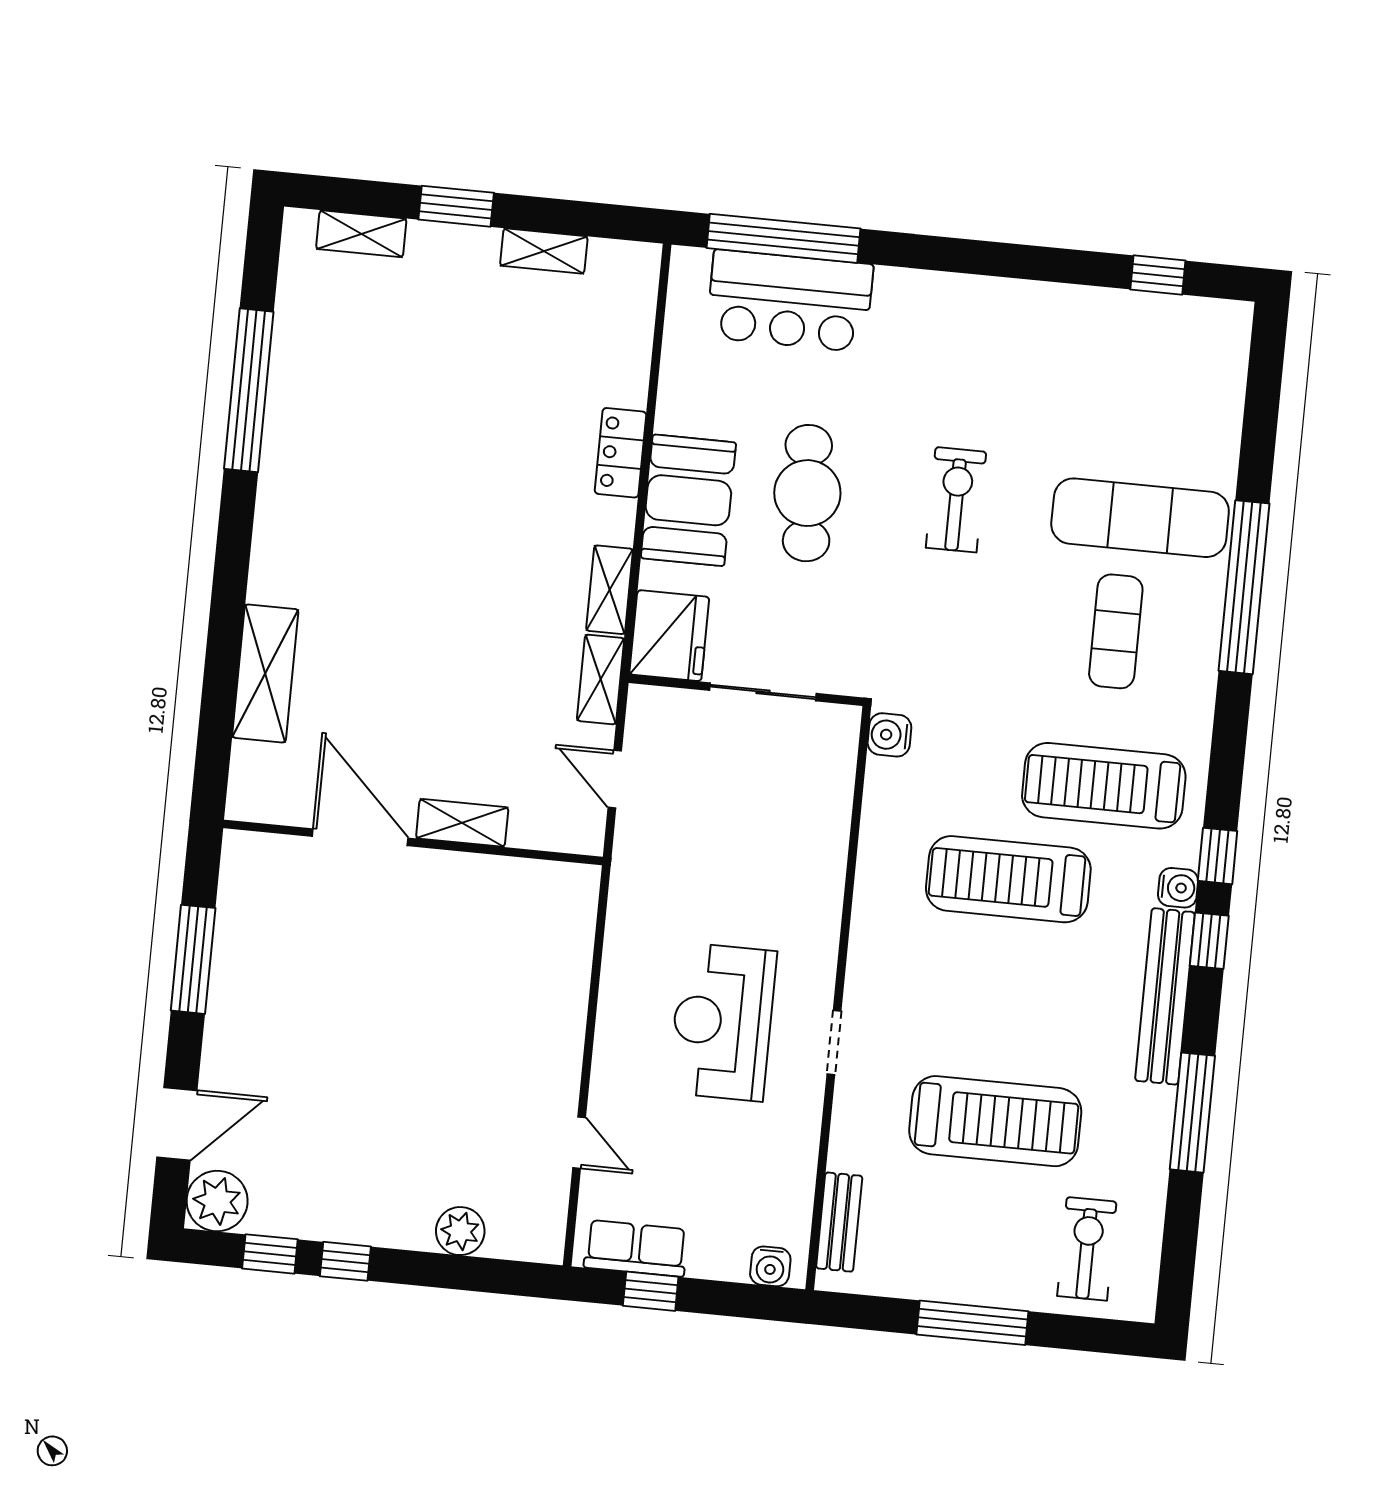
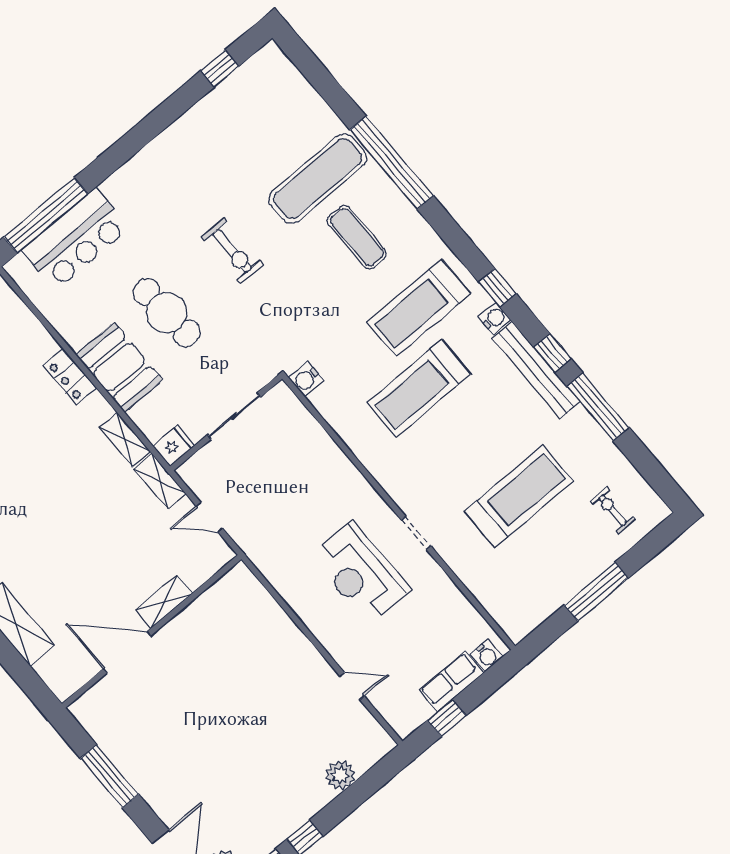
exercise bike: (956, 500) -> (232, 251), turned 180
fridge: (669, 636) -> (174, 446), width x0.53, depth x0.75
window: (1209, 941) -> (552, 353), moved
bench: (839, 1222) -> (496, 607), removed
row of seats: (636, 1248) -> (451, 682), moved
exercise bike: (1087, 1249) -> (613, 510), width x0.73, depth x0.72

